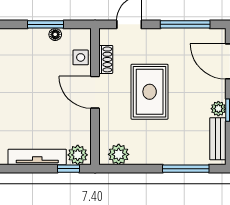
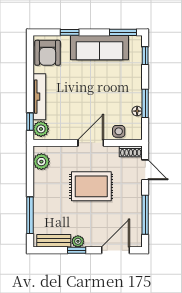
shoe rack: (106, 59) -> (131, 151), moved

